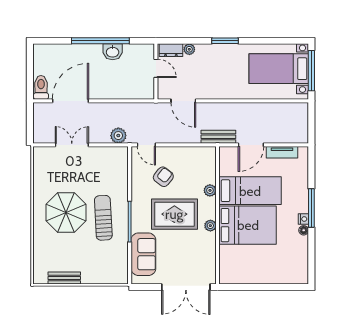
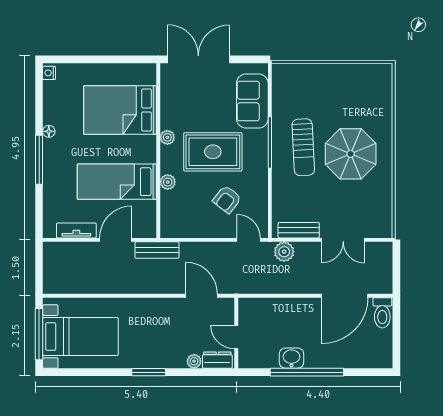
nightstand: (303, 219) -> (49, 73), moved
bed: (248, 225) -> (120, 110), moved
bench: (64, 278) -> (299, 230), moved

